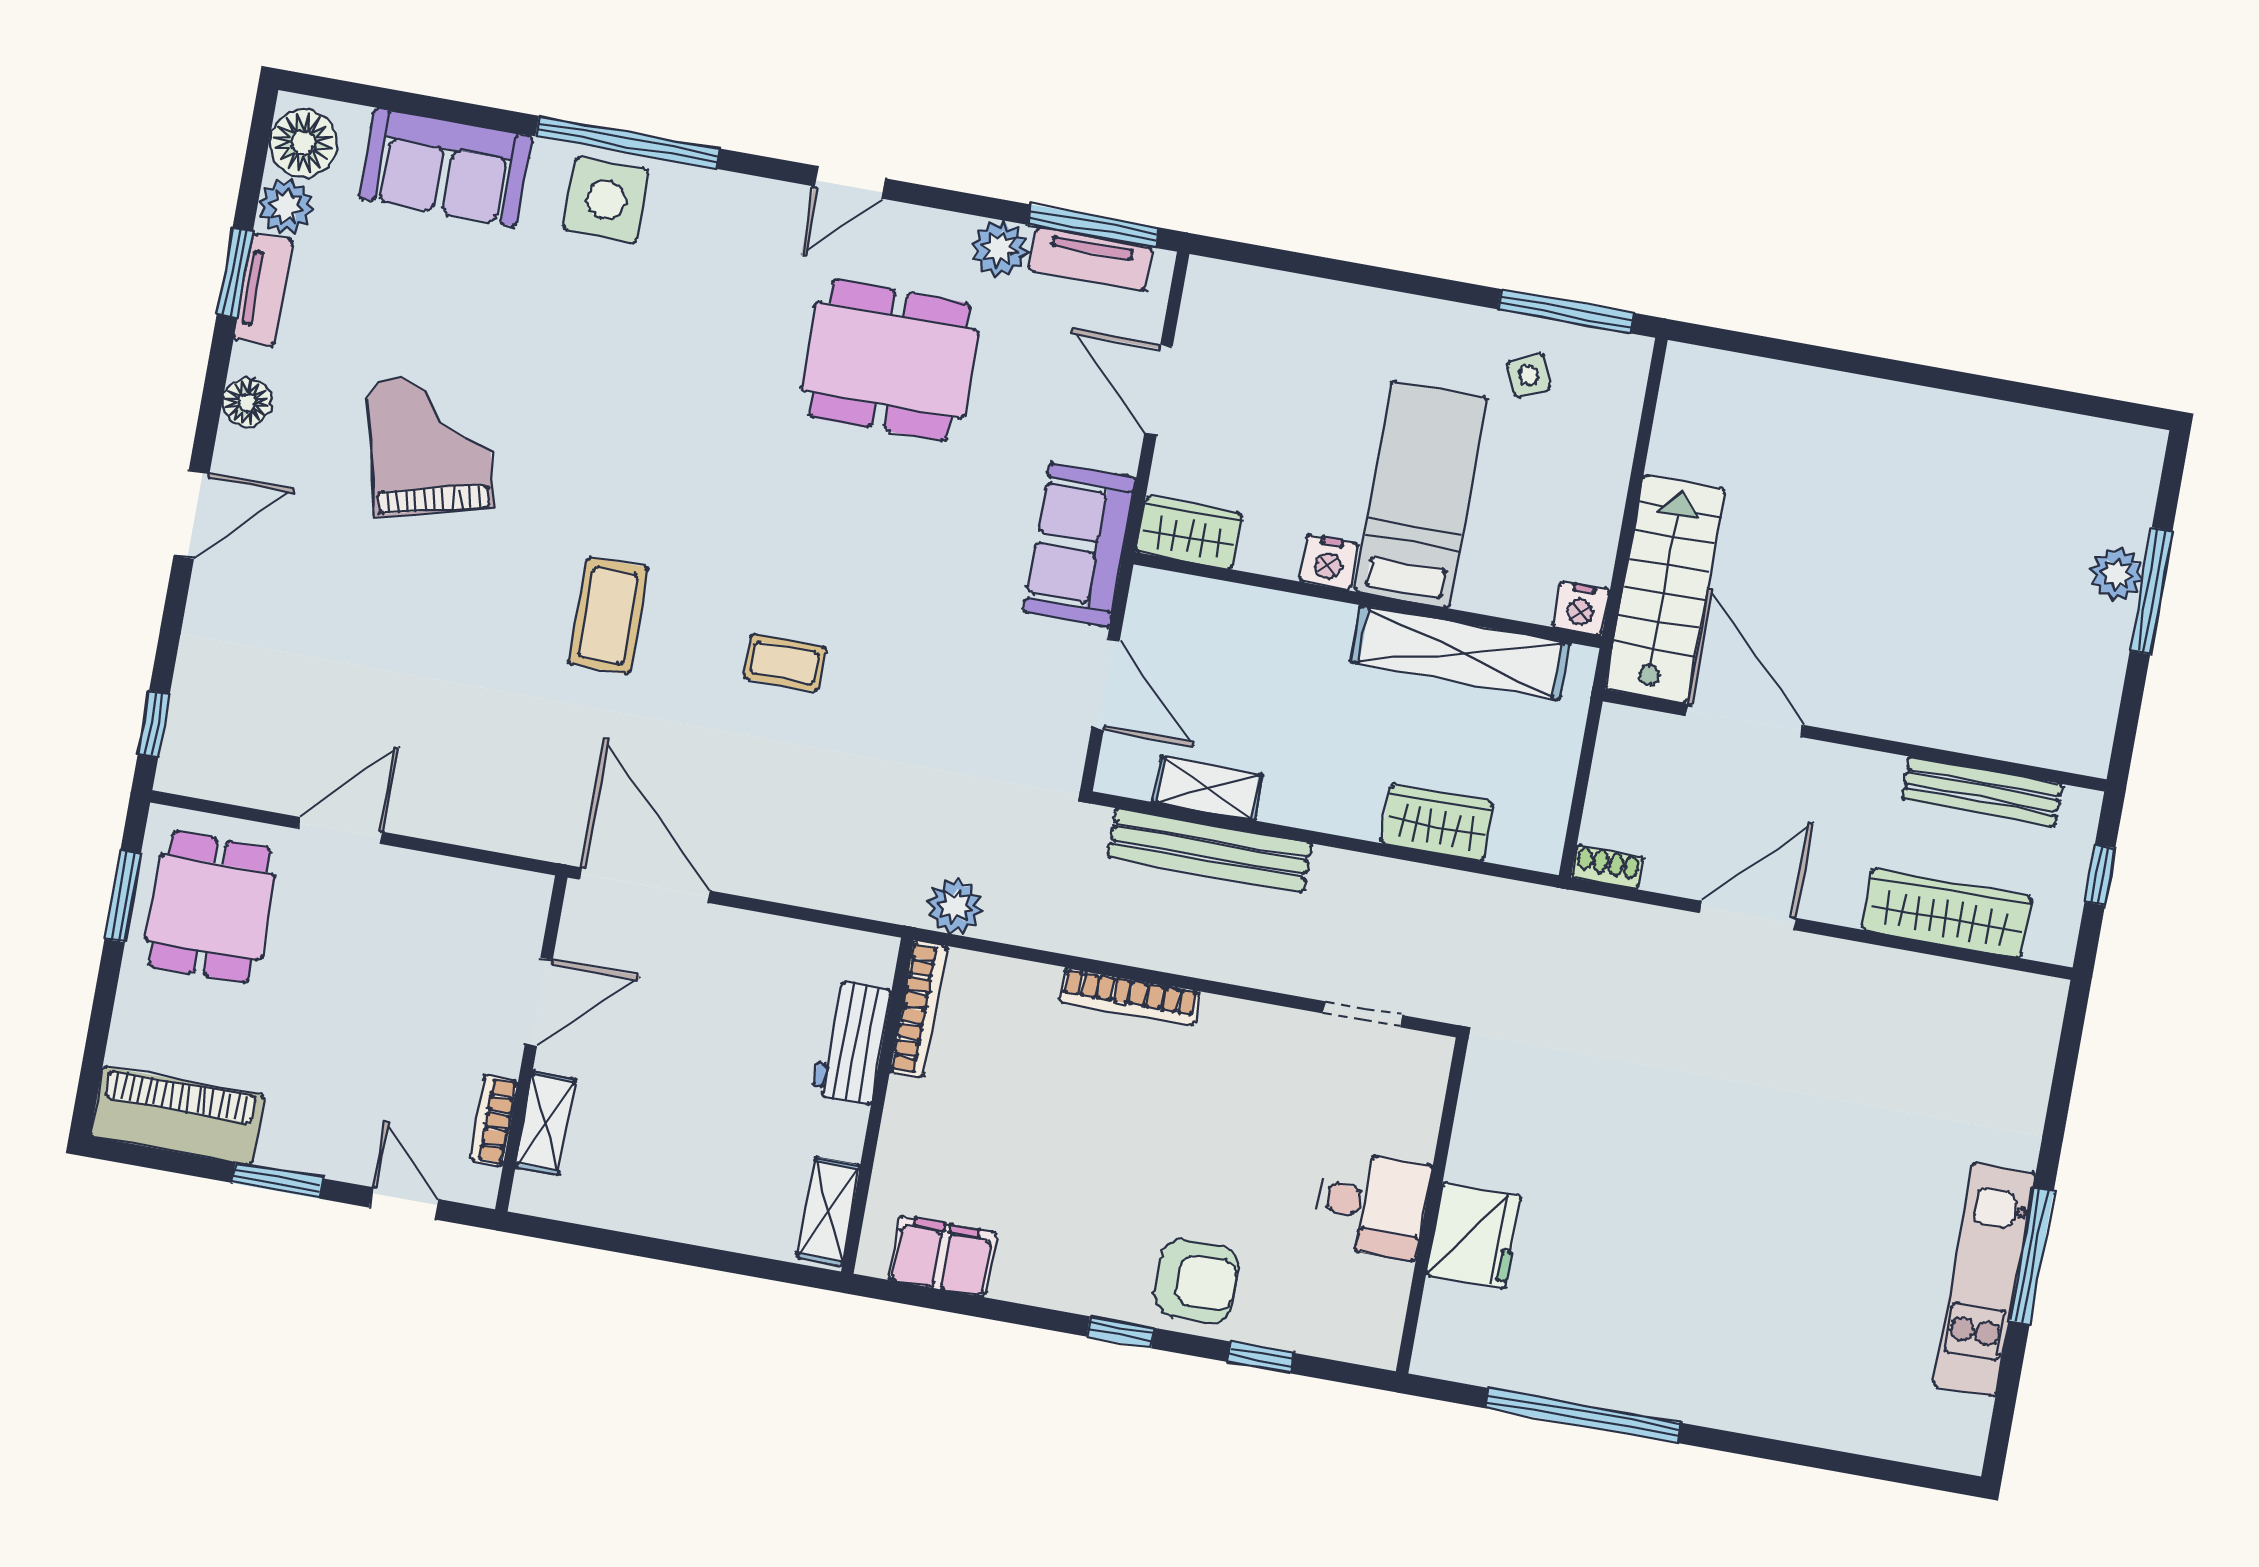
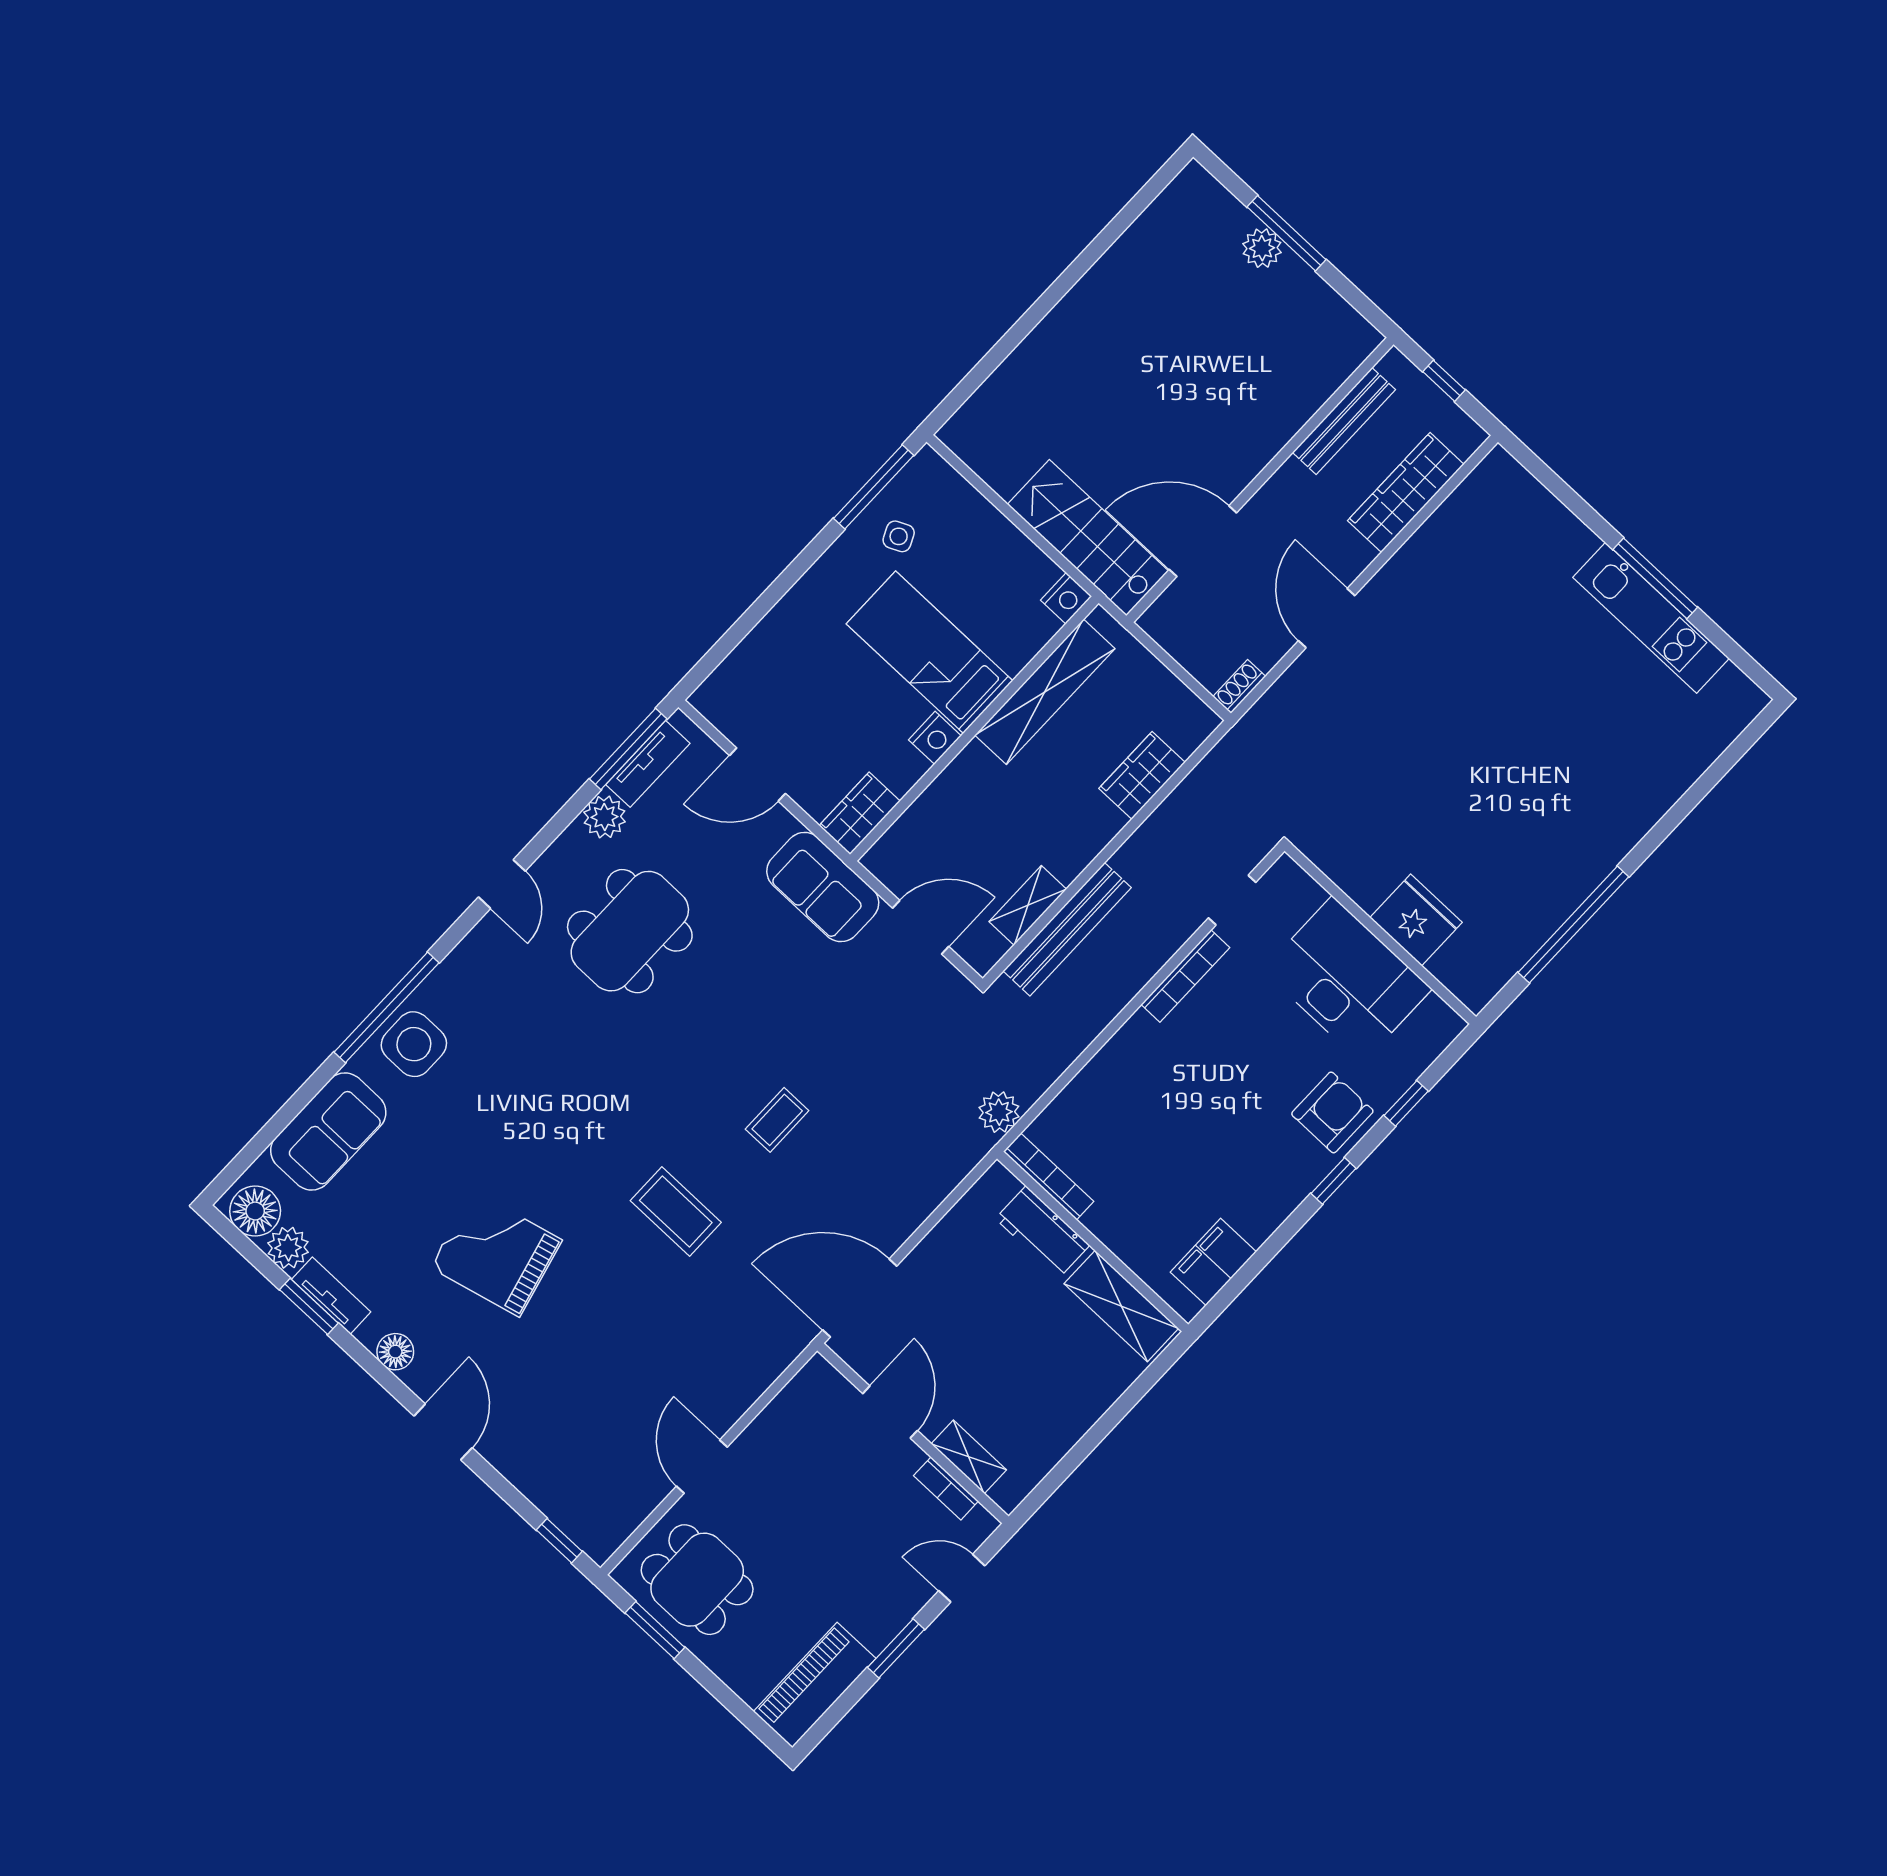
bookcase: (1129, 997) -> (1185, 976), moved
desk: (1372, 1204) -> (1347, 980), width x1.87, depth x1.30
shelving: (829, 1211) -> (1121, 1306), width x1.50, depth x1.33

